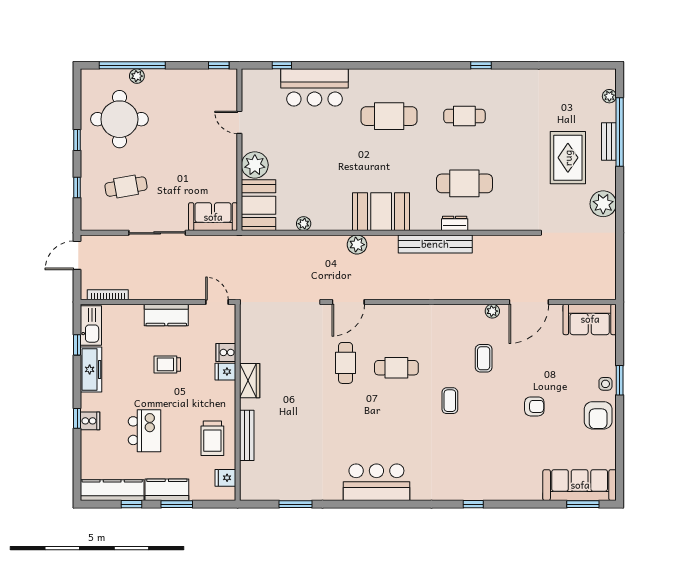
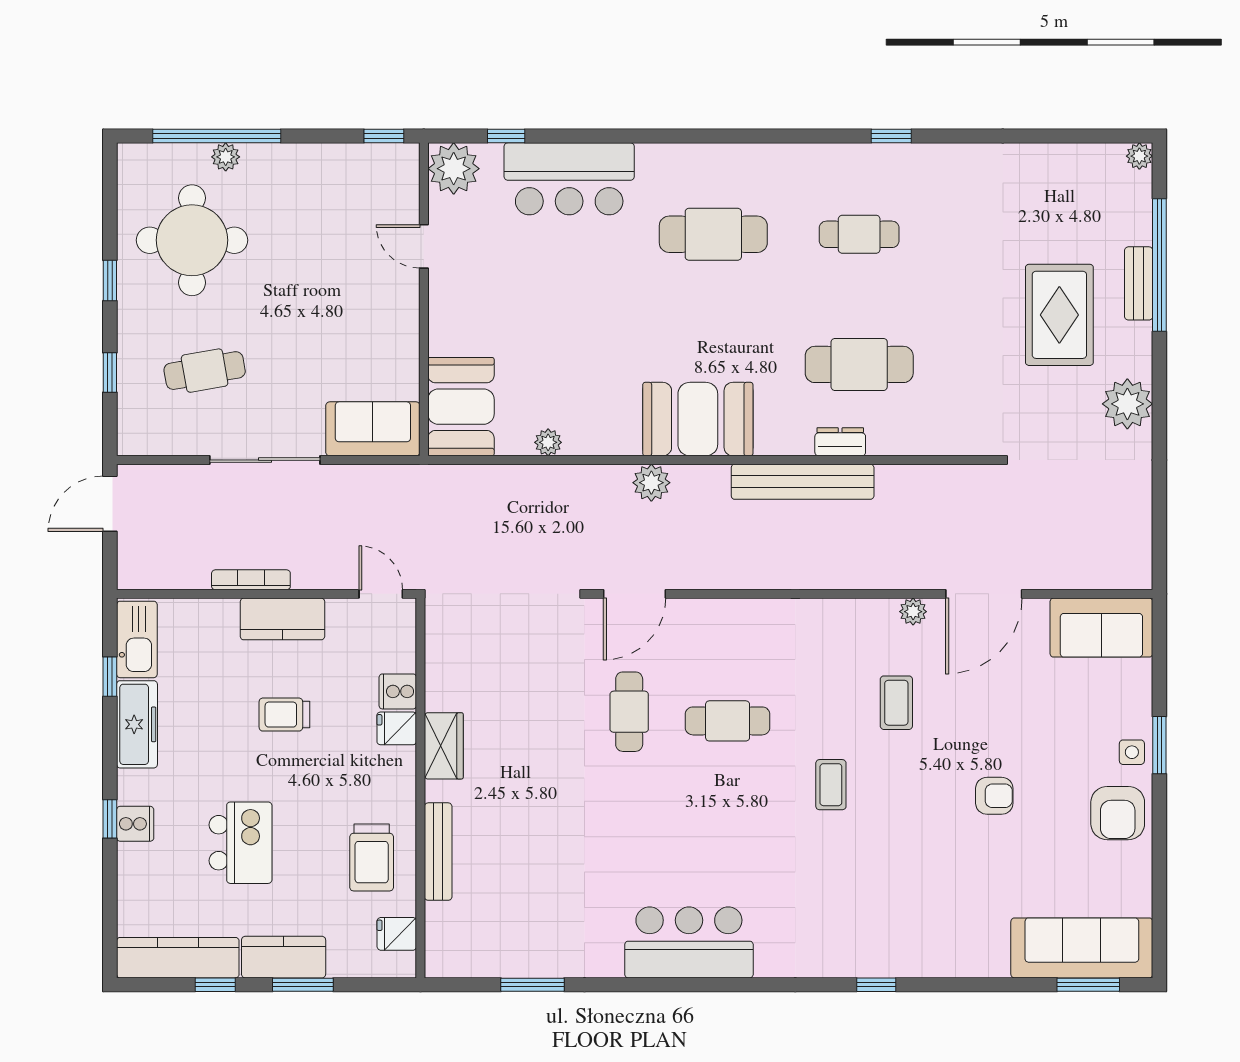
plant: (609, 96) -> (1139, 156), moved
plant: (255, 165) -> (454, 169), moved
bookcase: (108, 295) -> (251, 580), moved

